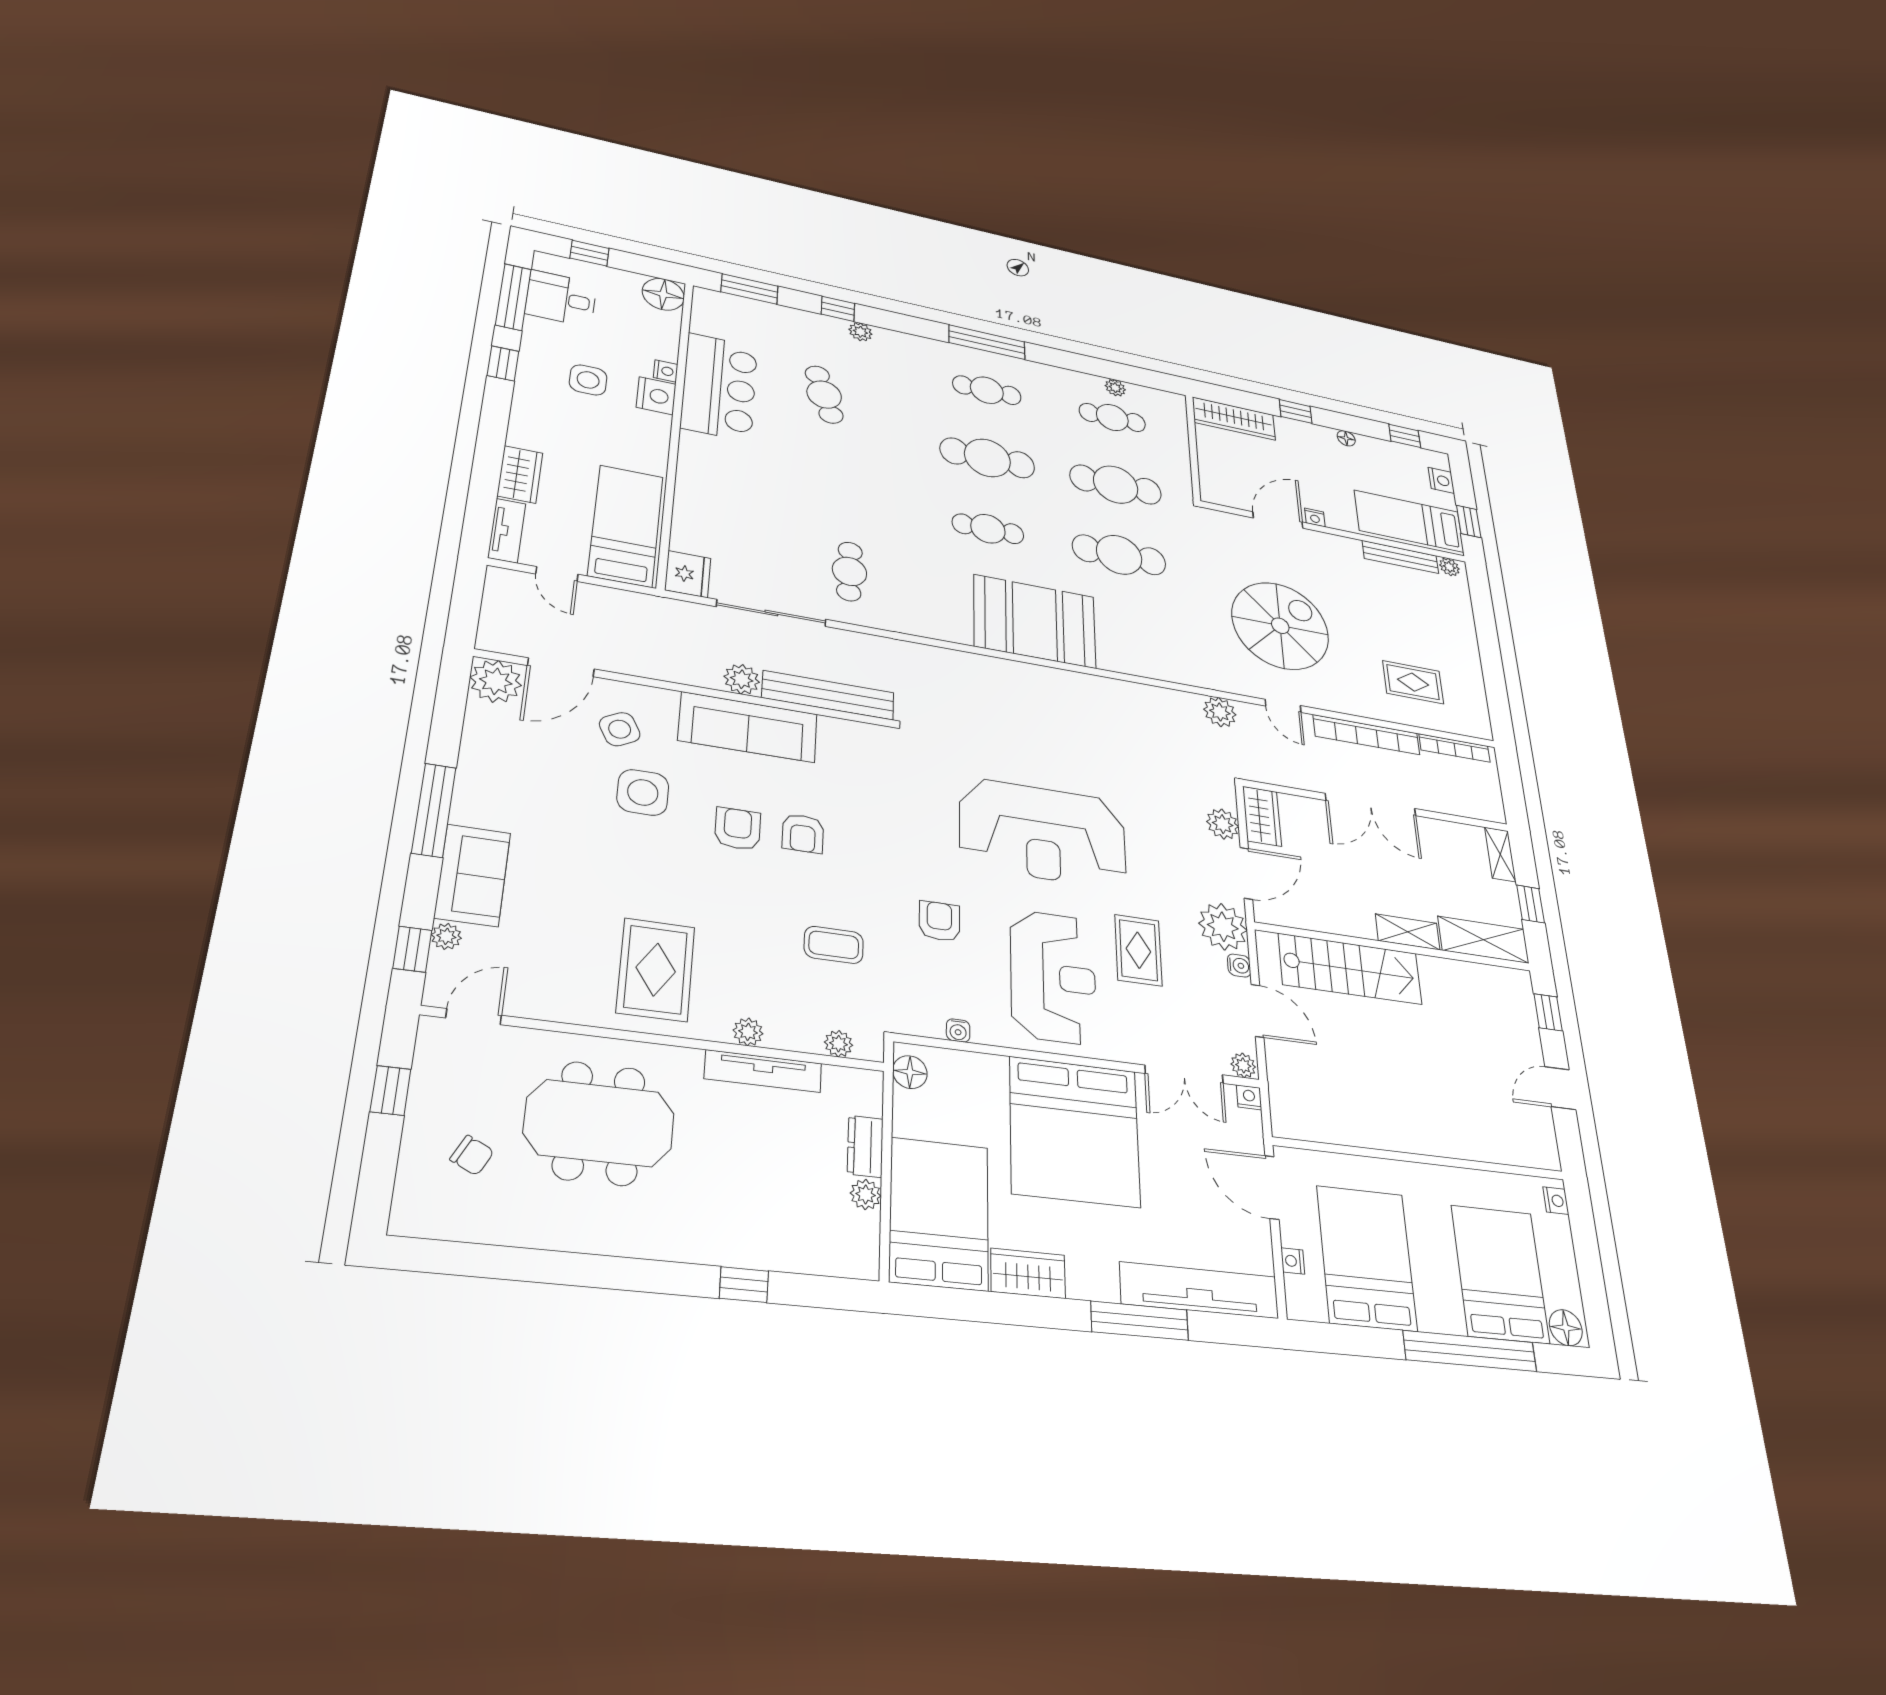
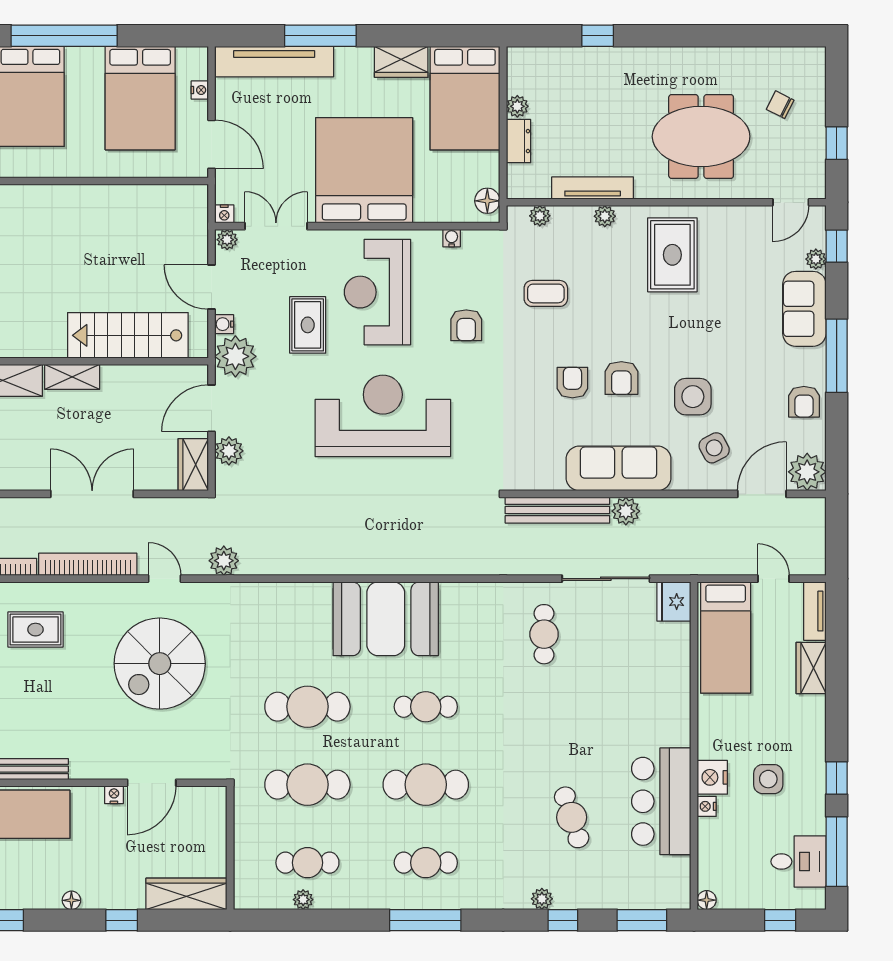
floor lamp: (663, 294) -> (707, 900), width x0.53, depth x0.53
armchair: (489, 762) -> (804, 402), added

